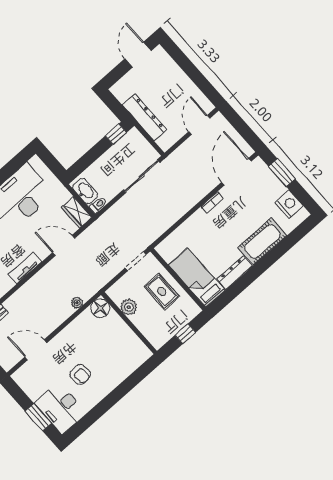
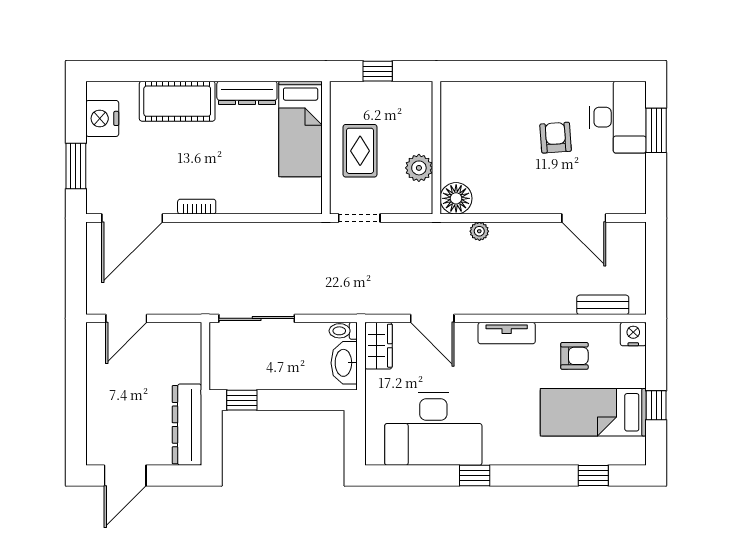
dresser: (145, 117) -> (187, 425), moved

